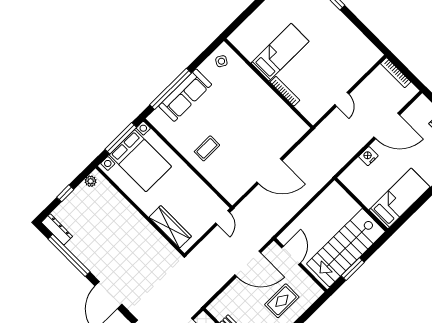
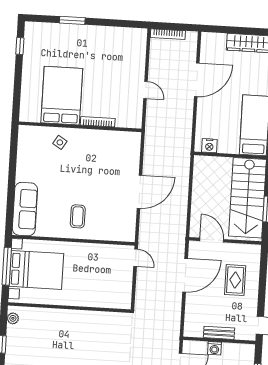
bed: (280, 52) -> (62, 96), width x1.50
side table: (221, 61) -> (60, 142), moved
window: (171, 89) -> (11, 196), removed
sofa: (185, 95) -> (25, 209), moved
nightstand: (368, 156) -> (209, 146), moved, turned -90
wardrobe: (170, 227) -> (103, 299), removed

